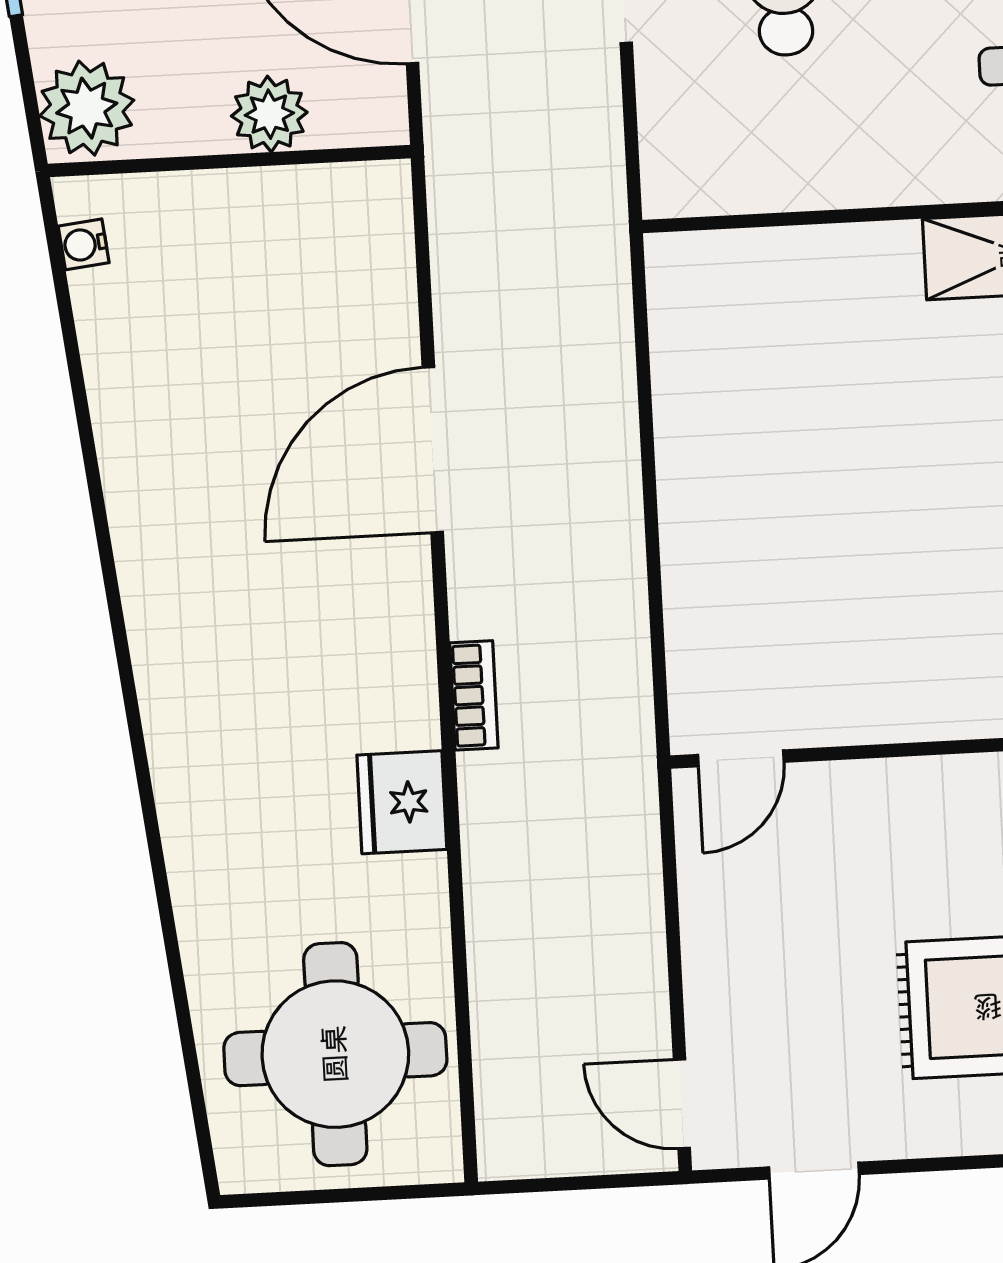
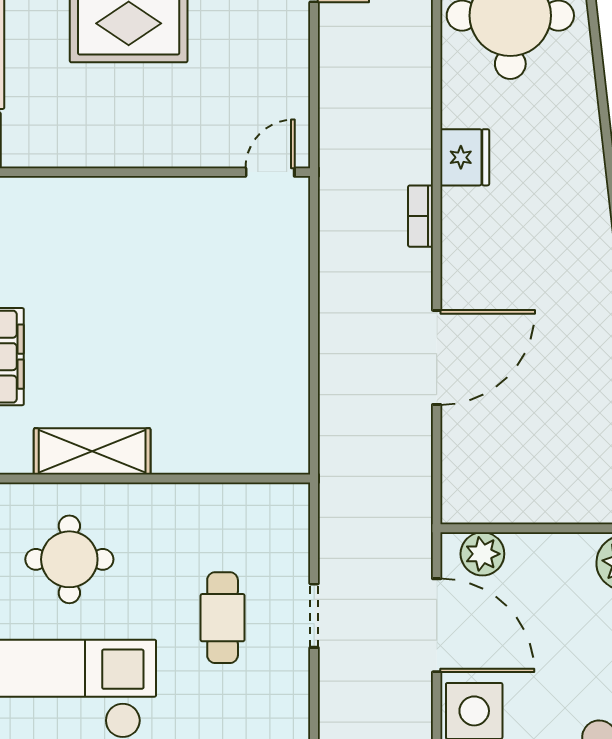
plant: (269, 114) -> (482, 554), moved

